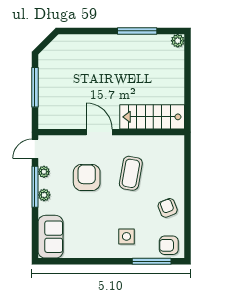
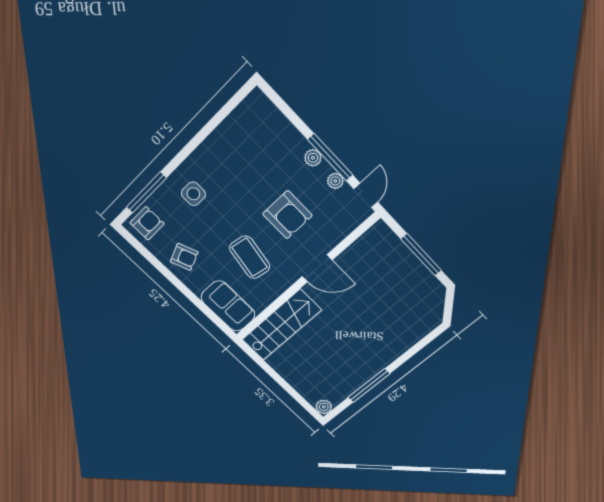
sofa: (50, 237) -> (228, 306), moved, turned 180

